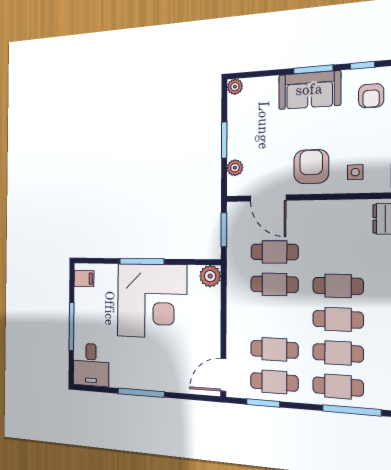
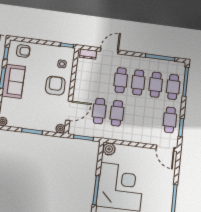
armchair: (311, 167) -> (55, 86), turned 90
plant: (235, 168) -> (60, 129), moved
cafe table: (274, 349) -> (152, 118), removed

